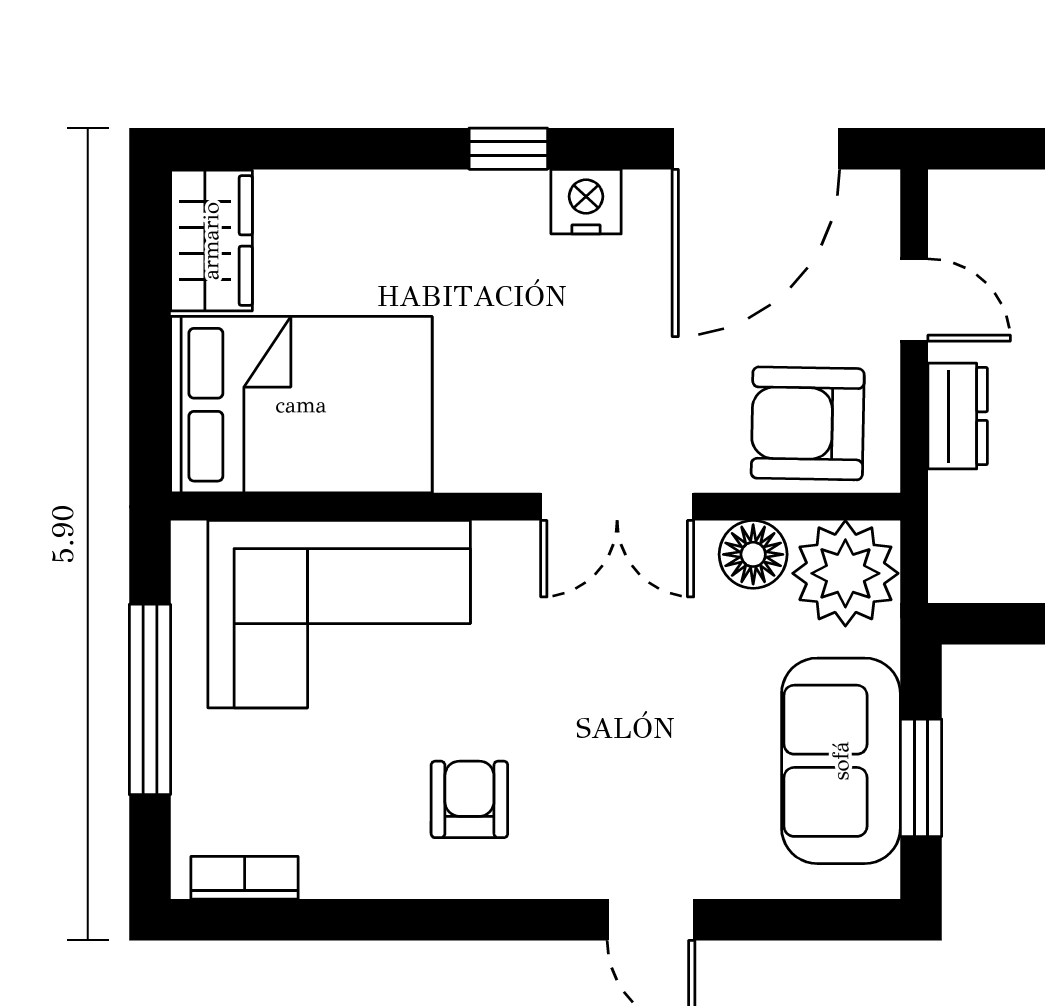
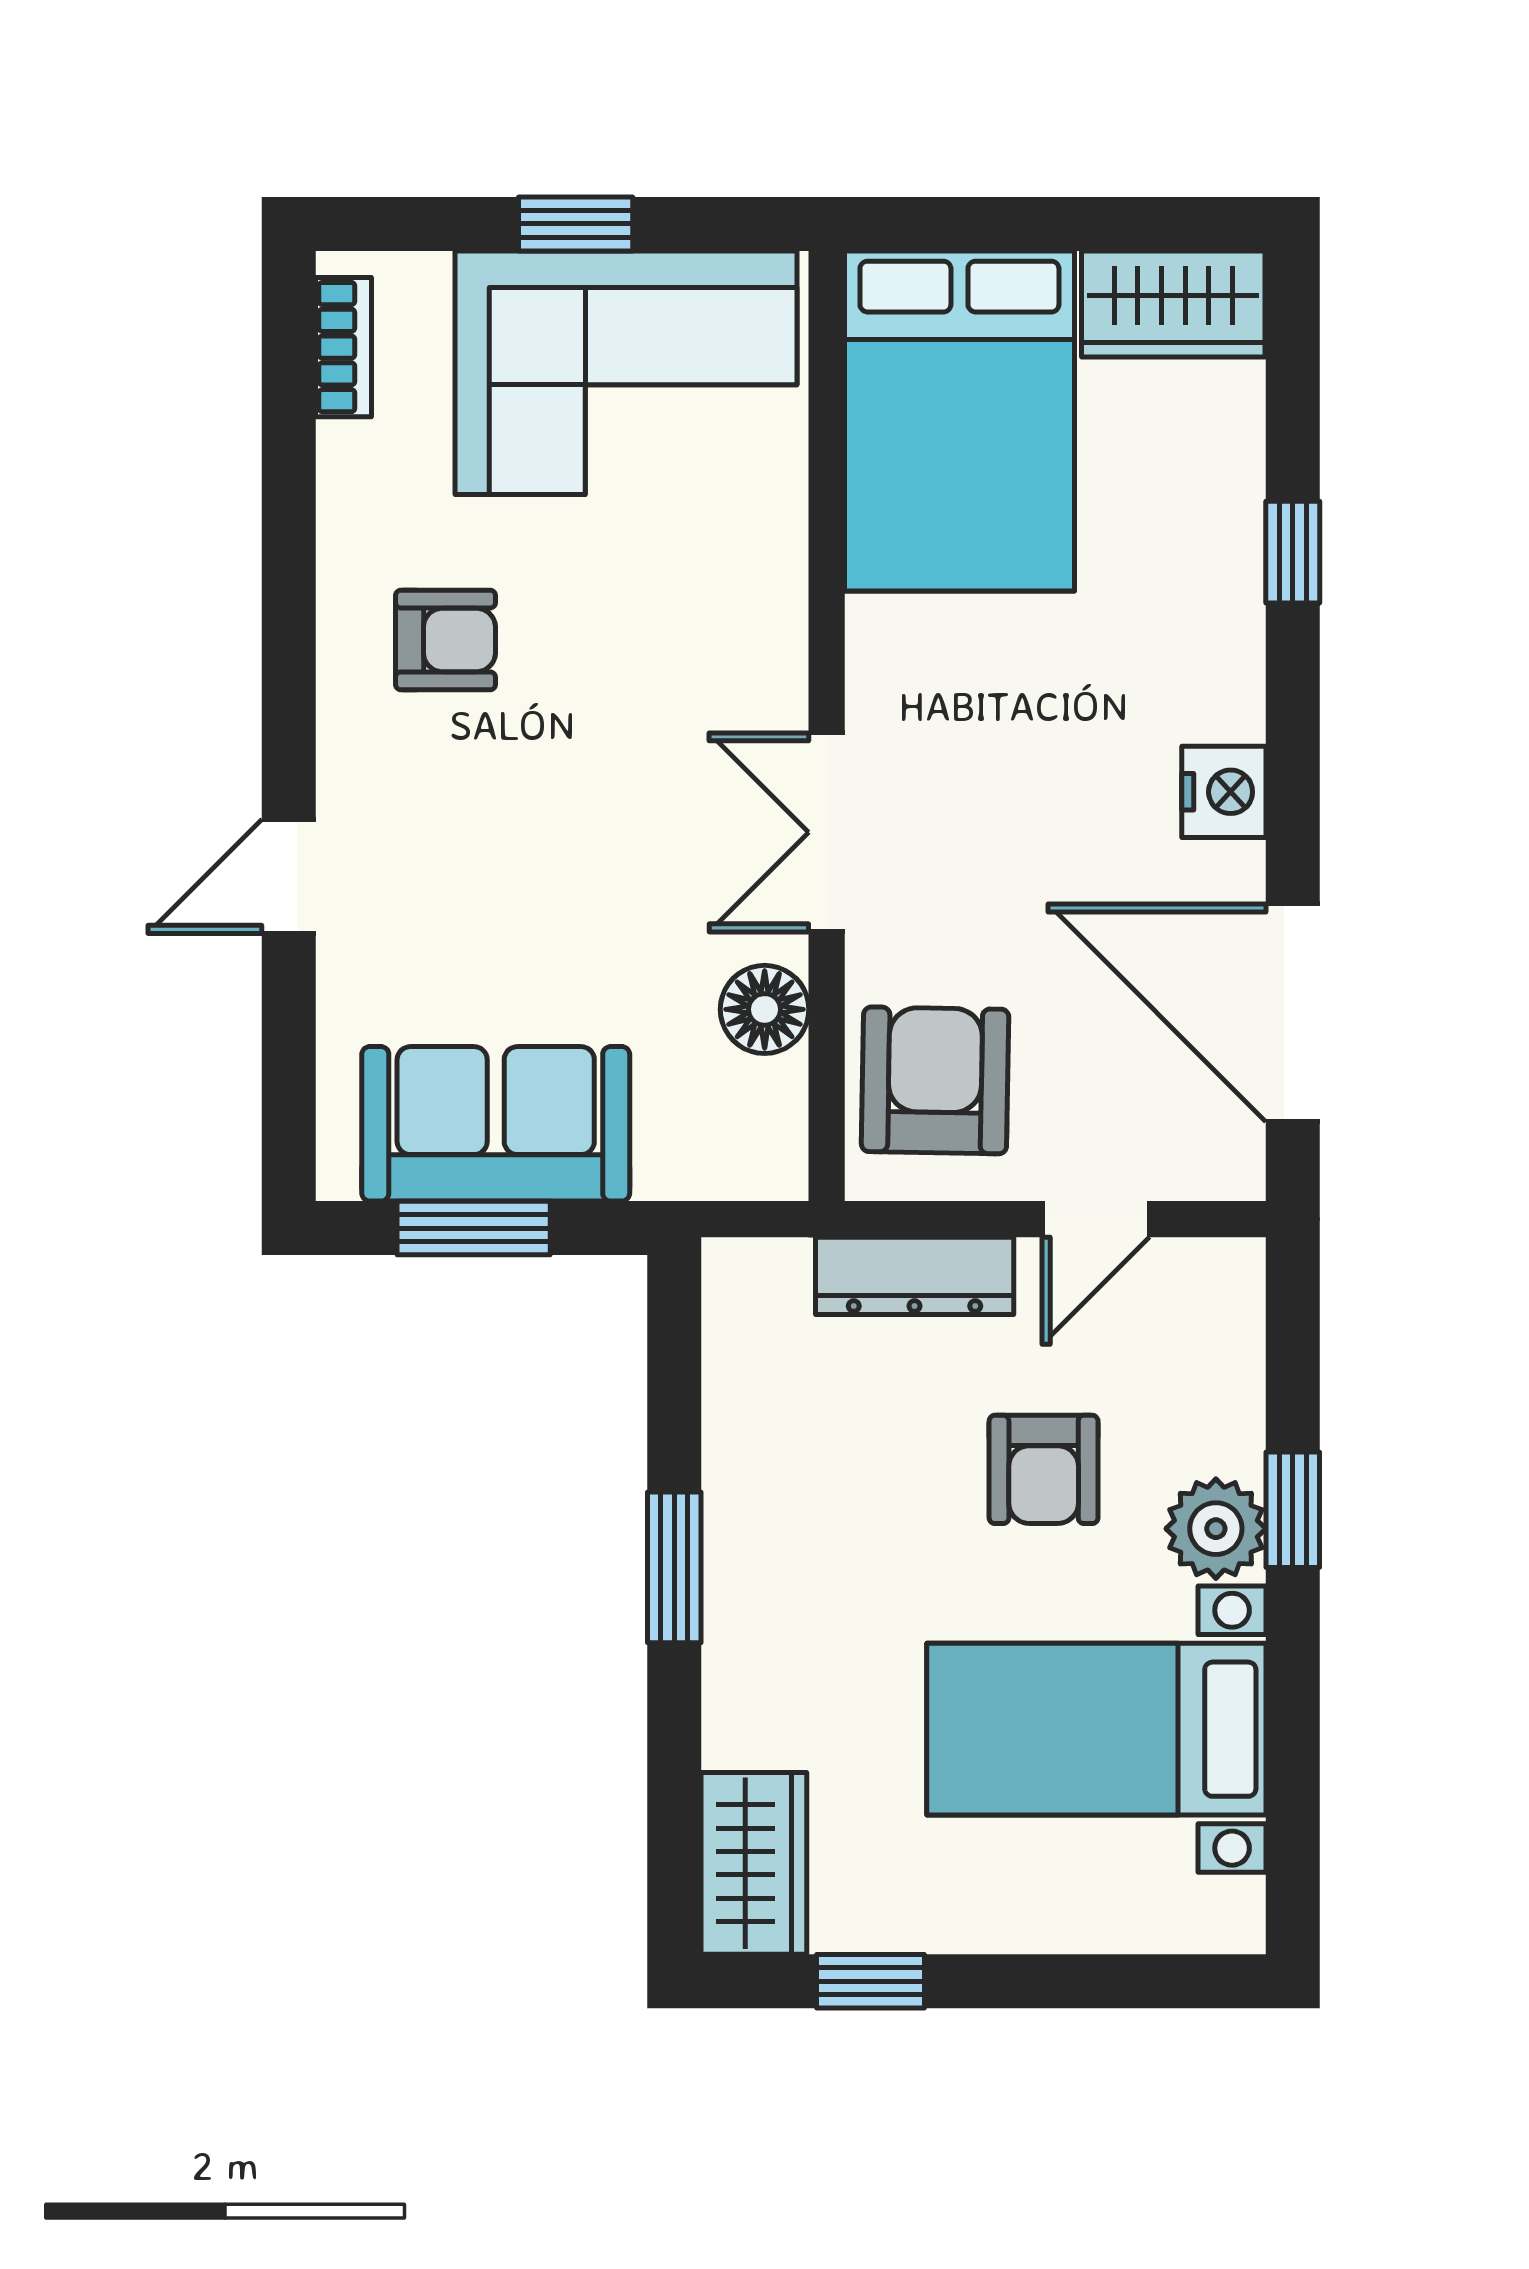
window: (508, 149) -> (1293, 552), moved
dresser: (958, 416) -> (915, 1276), width x1.44
plant: (845, 573) -> (740, 1130), removed
corner sofa: (339, 614) -> (626, 373), moved, turned -90
window: (150, 699) -> (576, 224), width x0.46

